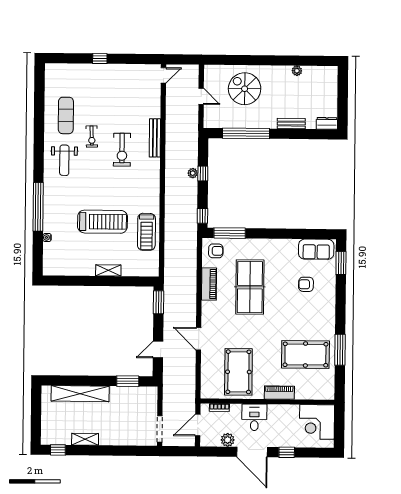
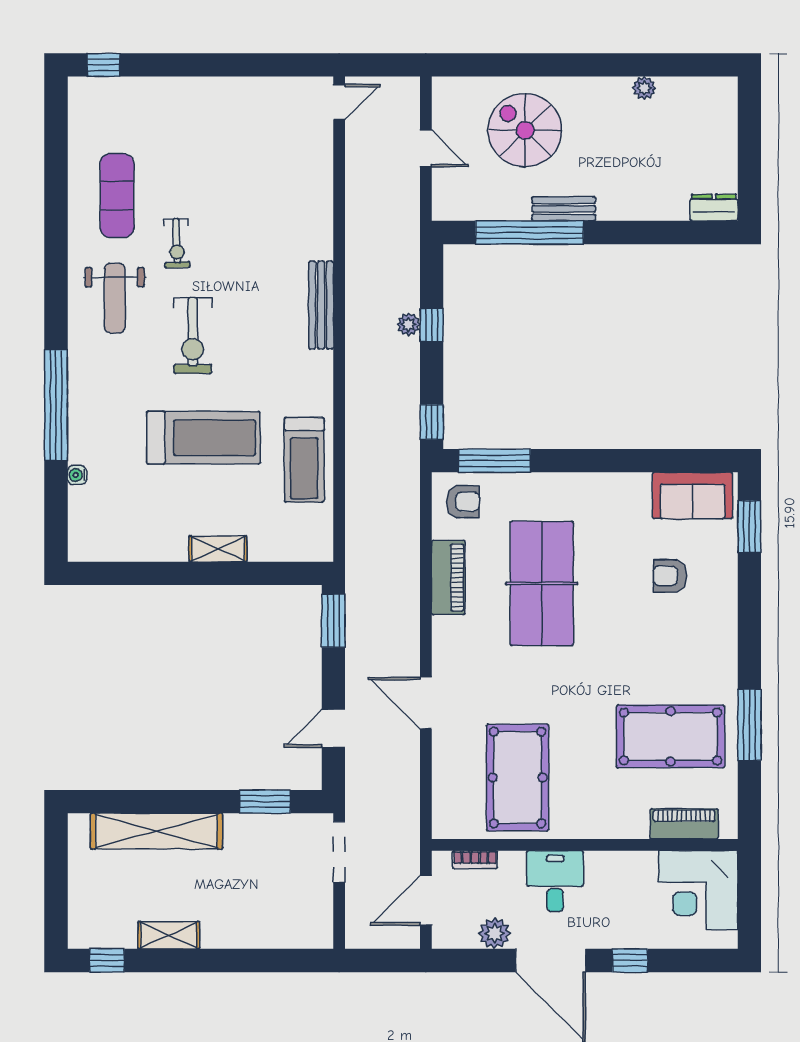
window: (100, 59) -> (104, 65), moved
bench: (291, 124) -> (564, 209), moved
bench: (155, 138) -> (321, 305), moved
exercise bike: (122, 150) -> (193, 336), moved
piano: (279, 393) -> (684, 824), moved
doorway: (160, 429) -> (339, 852), moved

